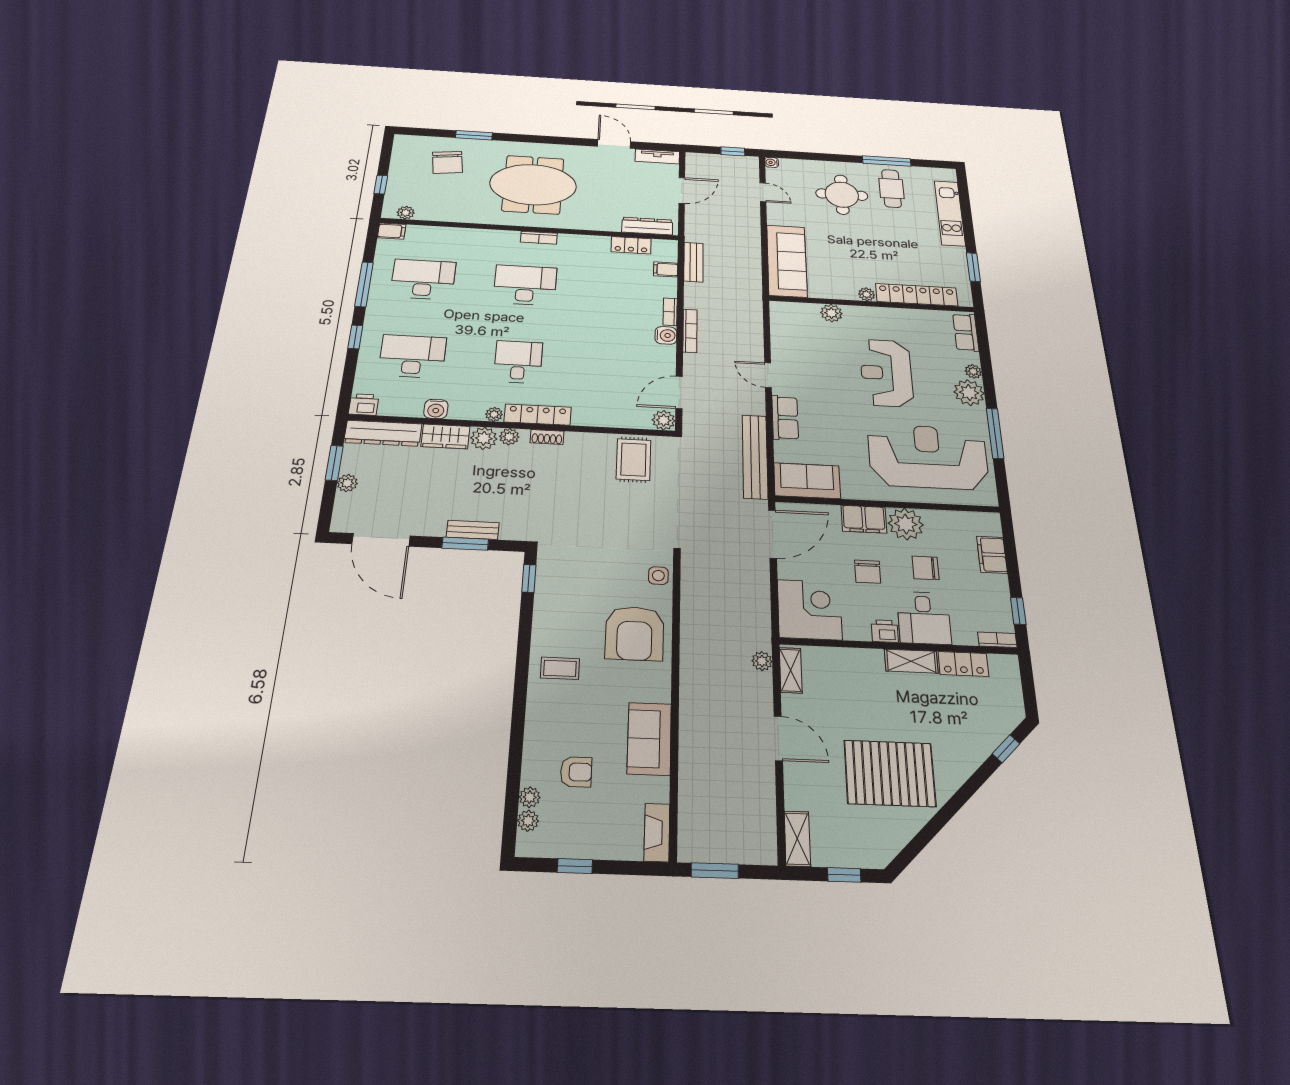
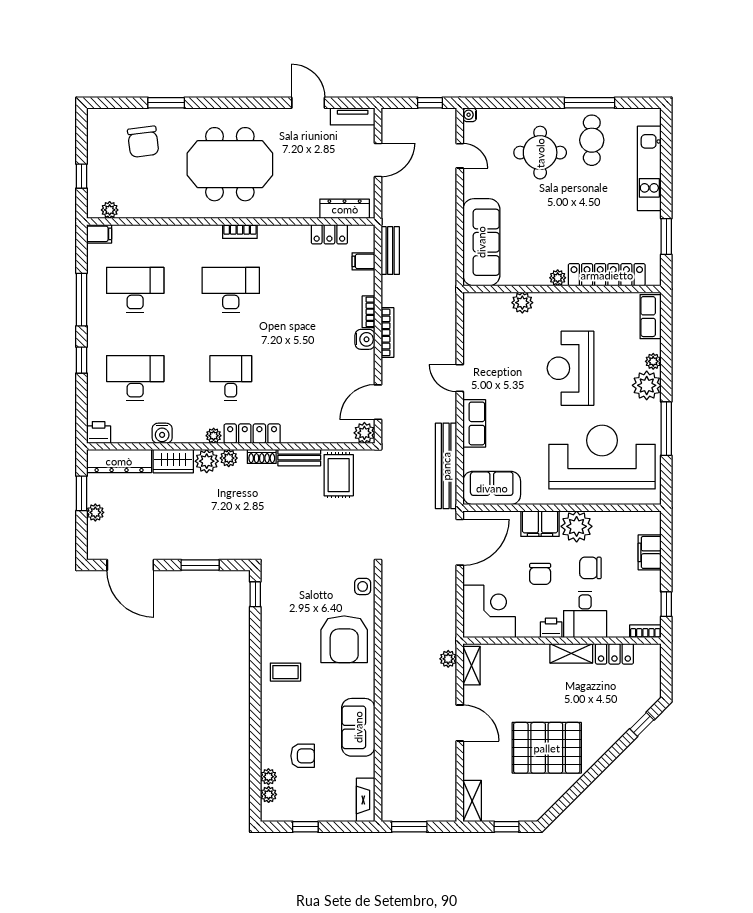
bench: (473, 530) -> (299, 458), moved

